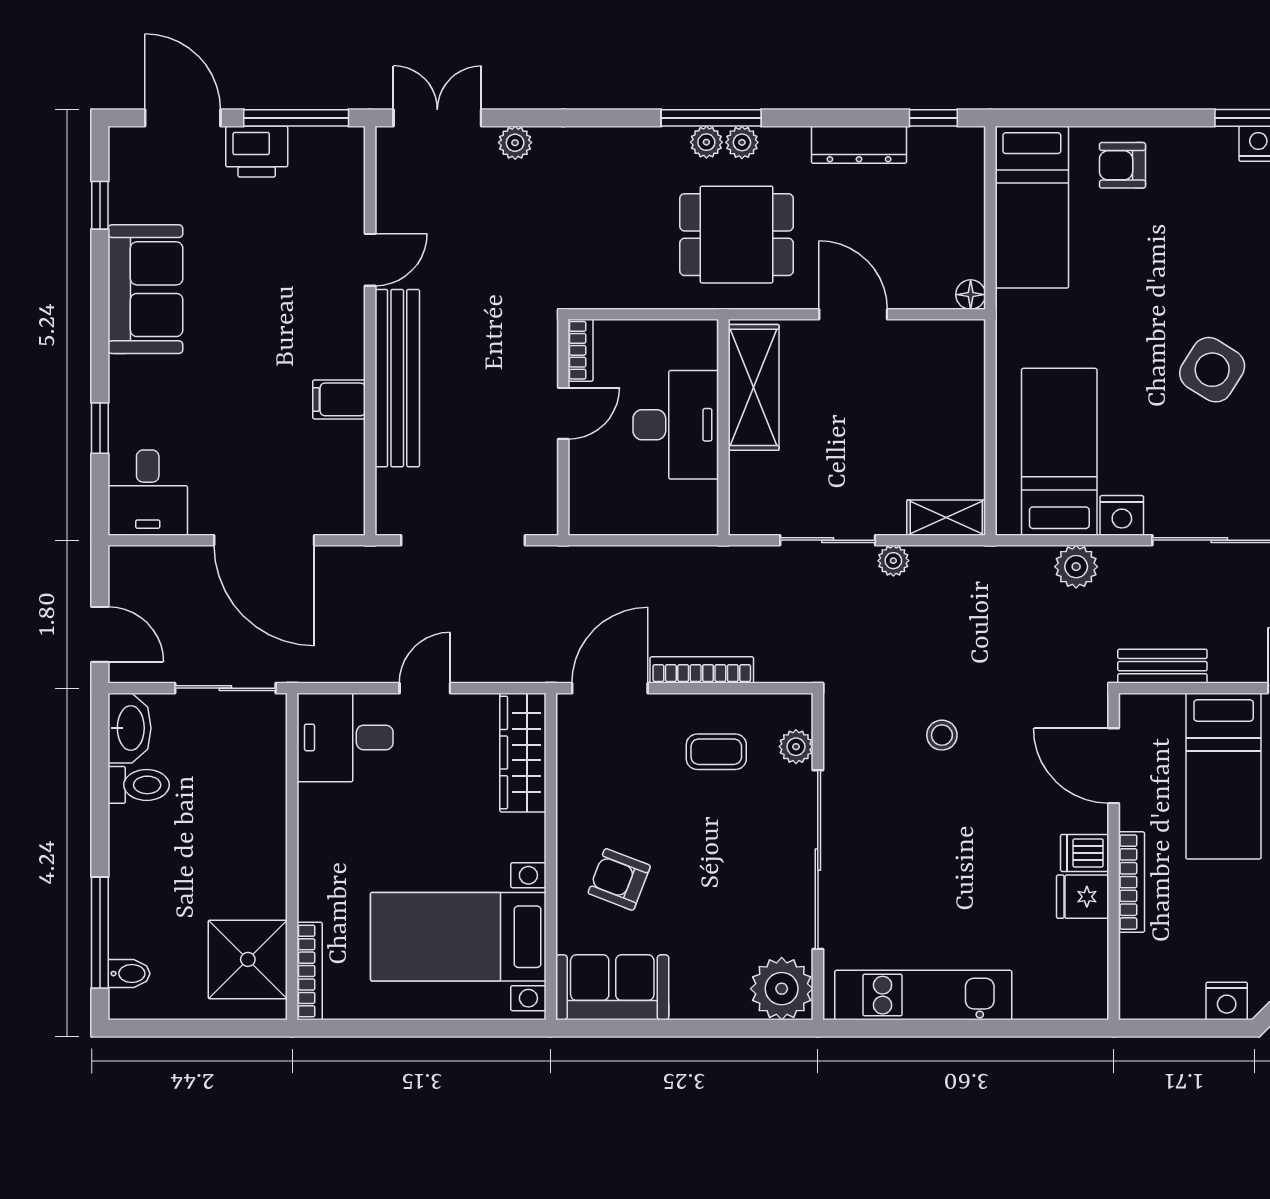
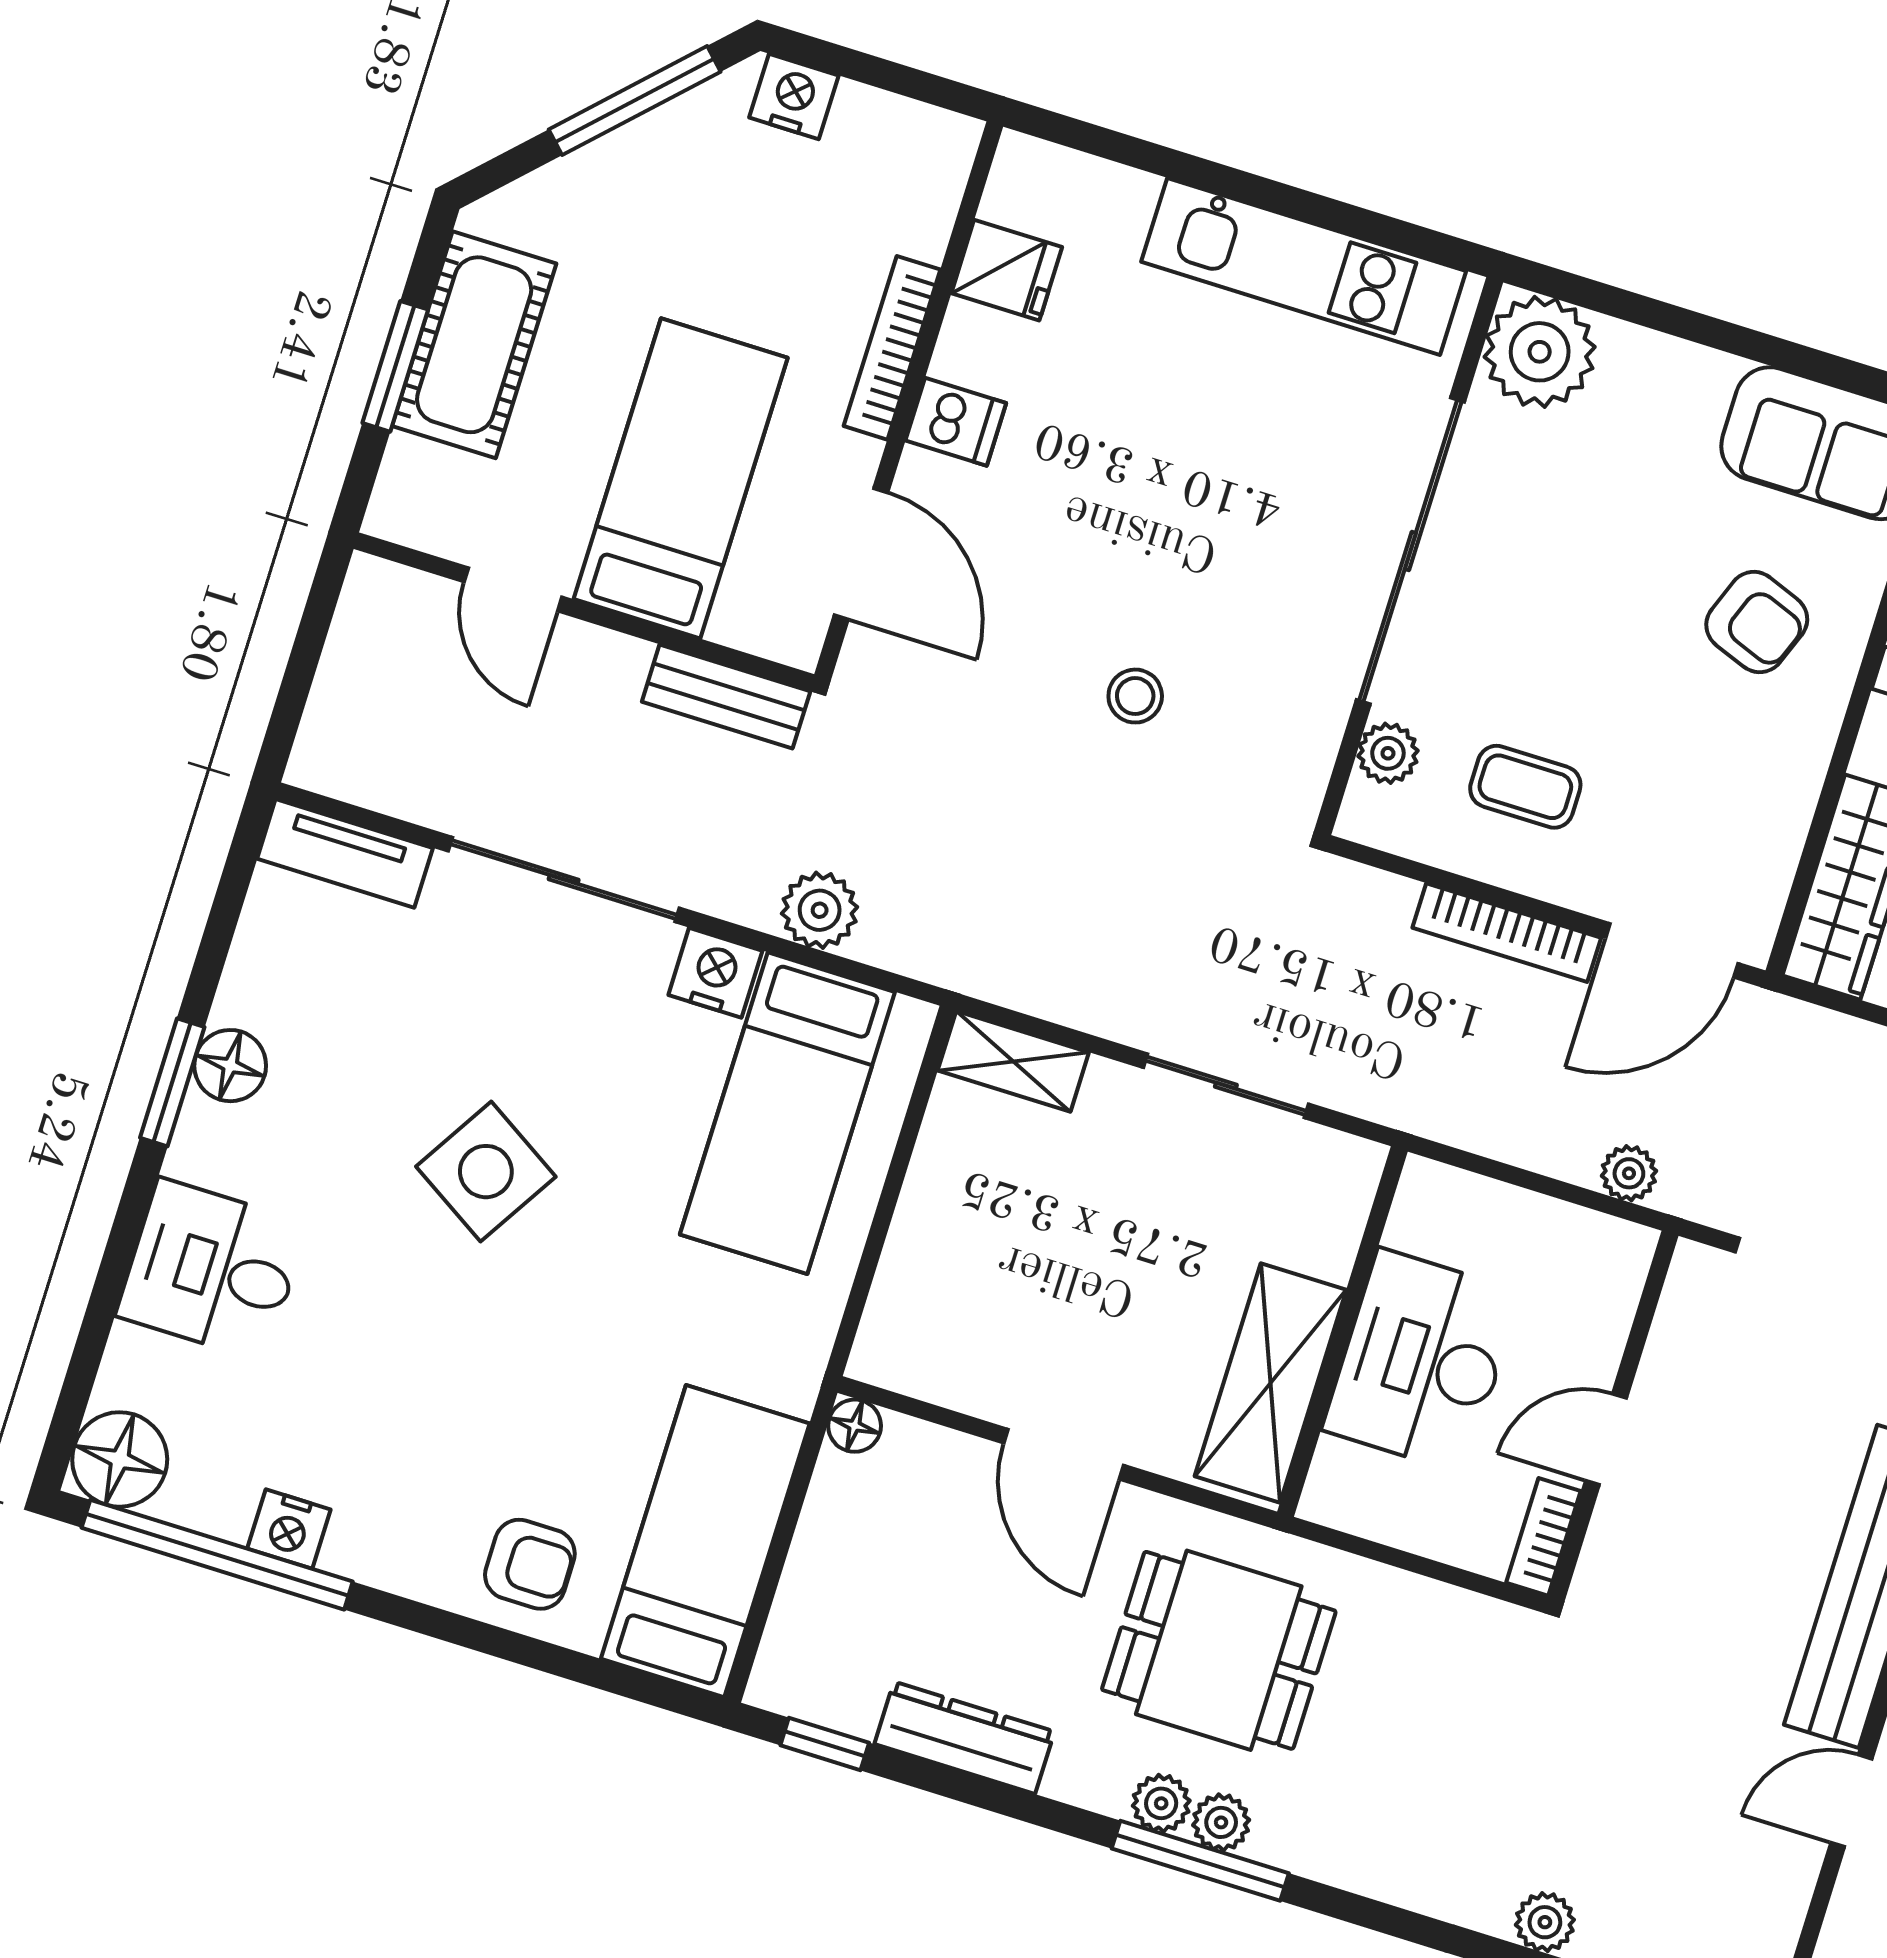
plant: (893, 561) -> (1629, 1173), moved
fridge: (1083, 897) -> (1007, 270), moved

